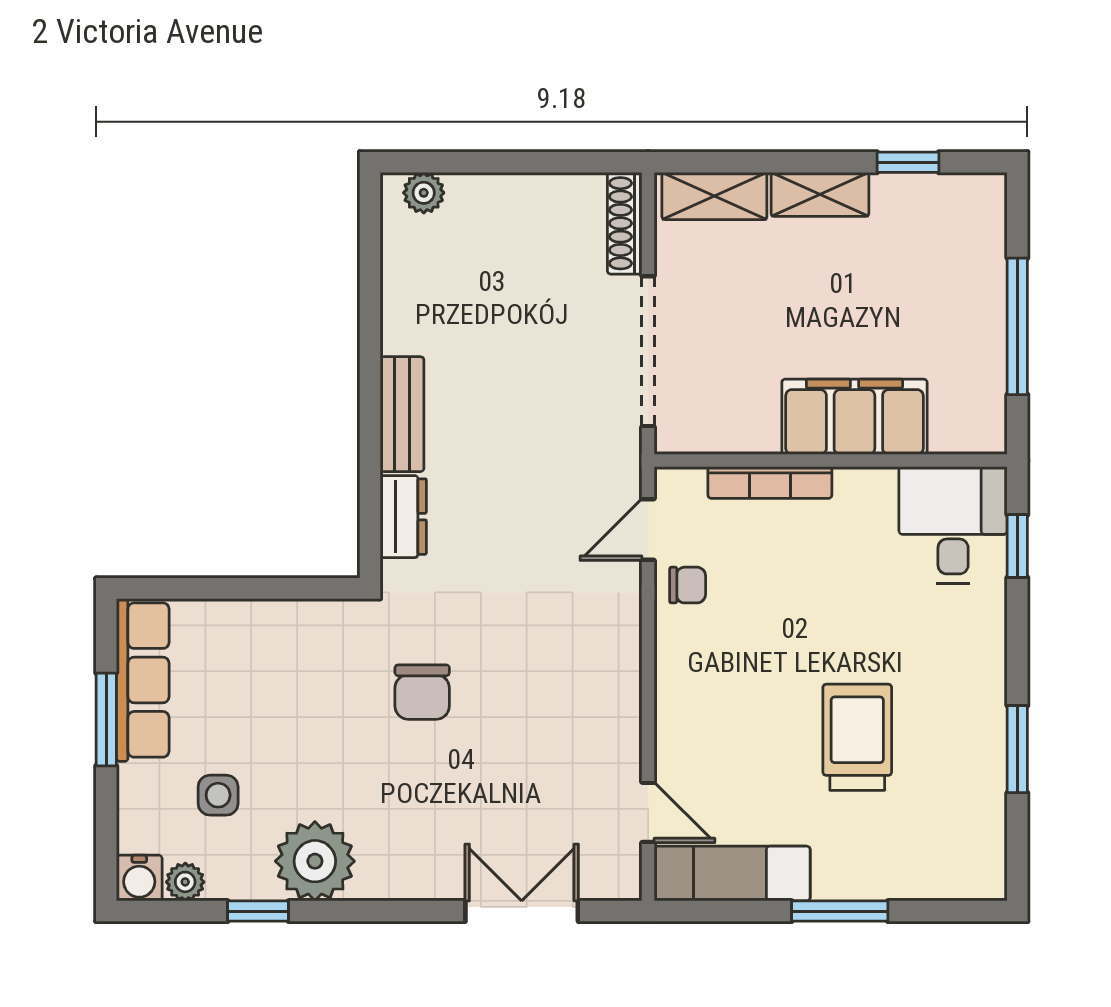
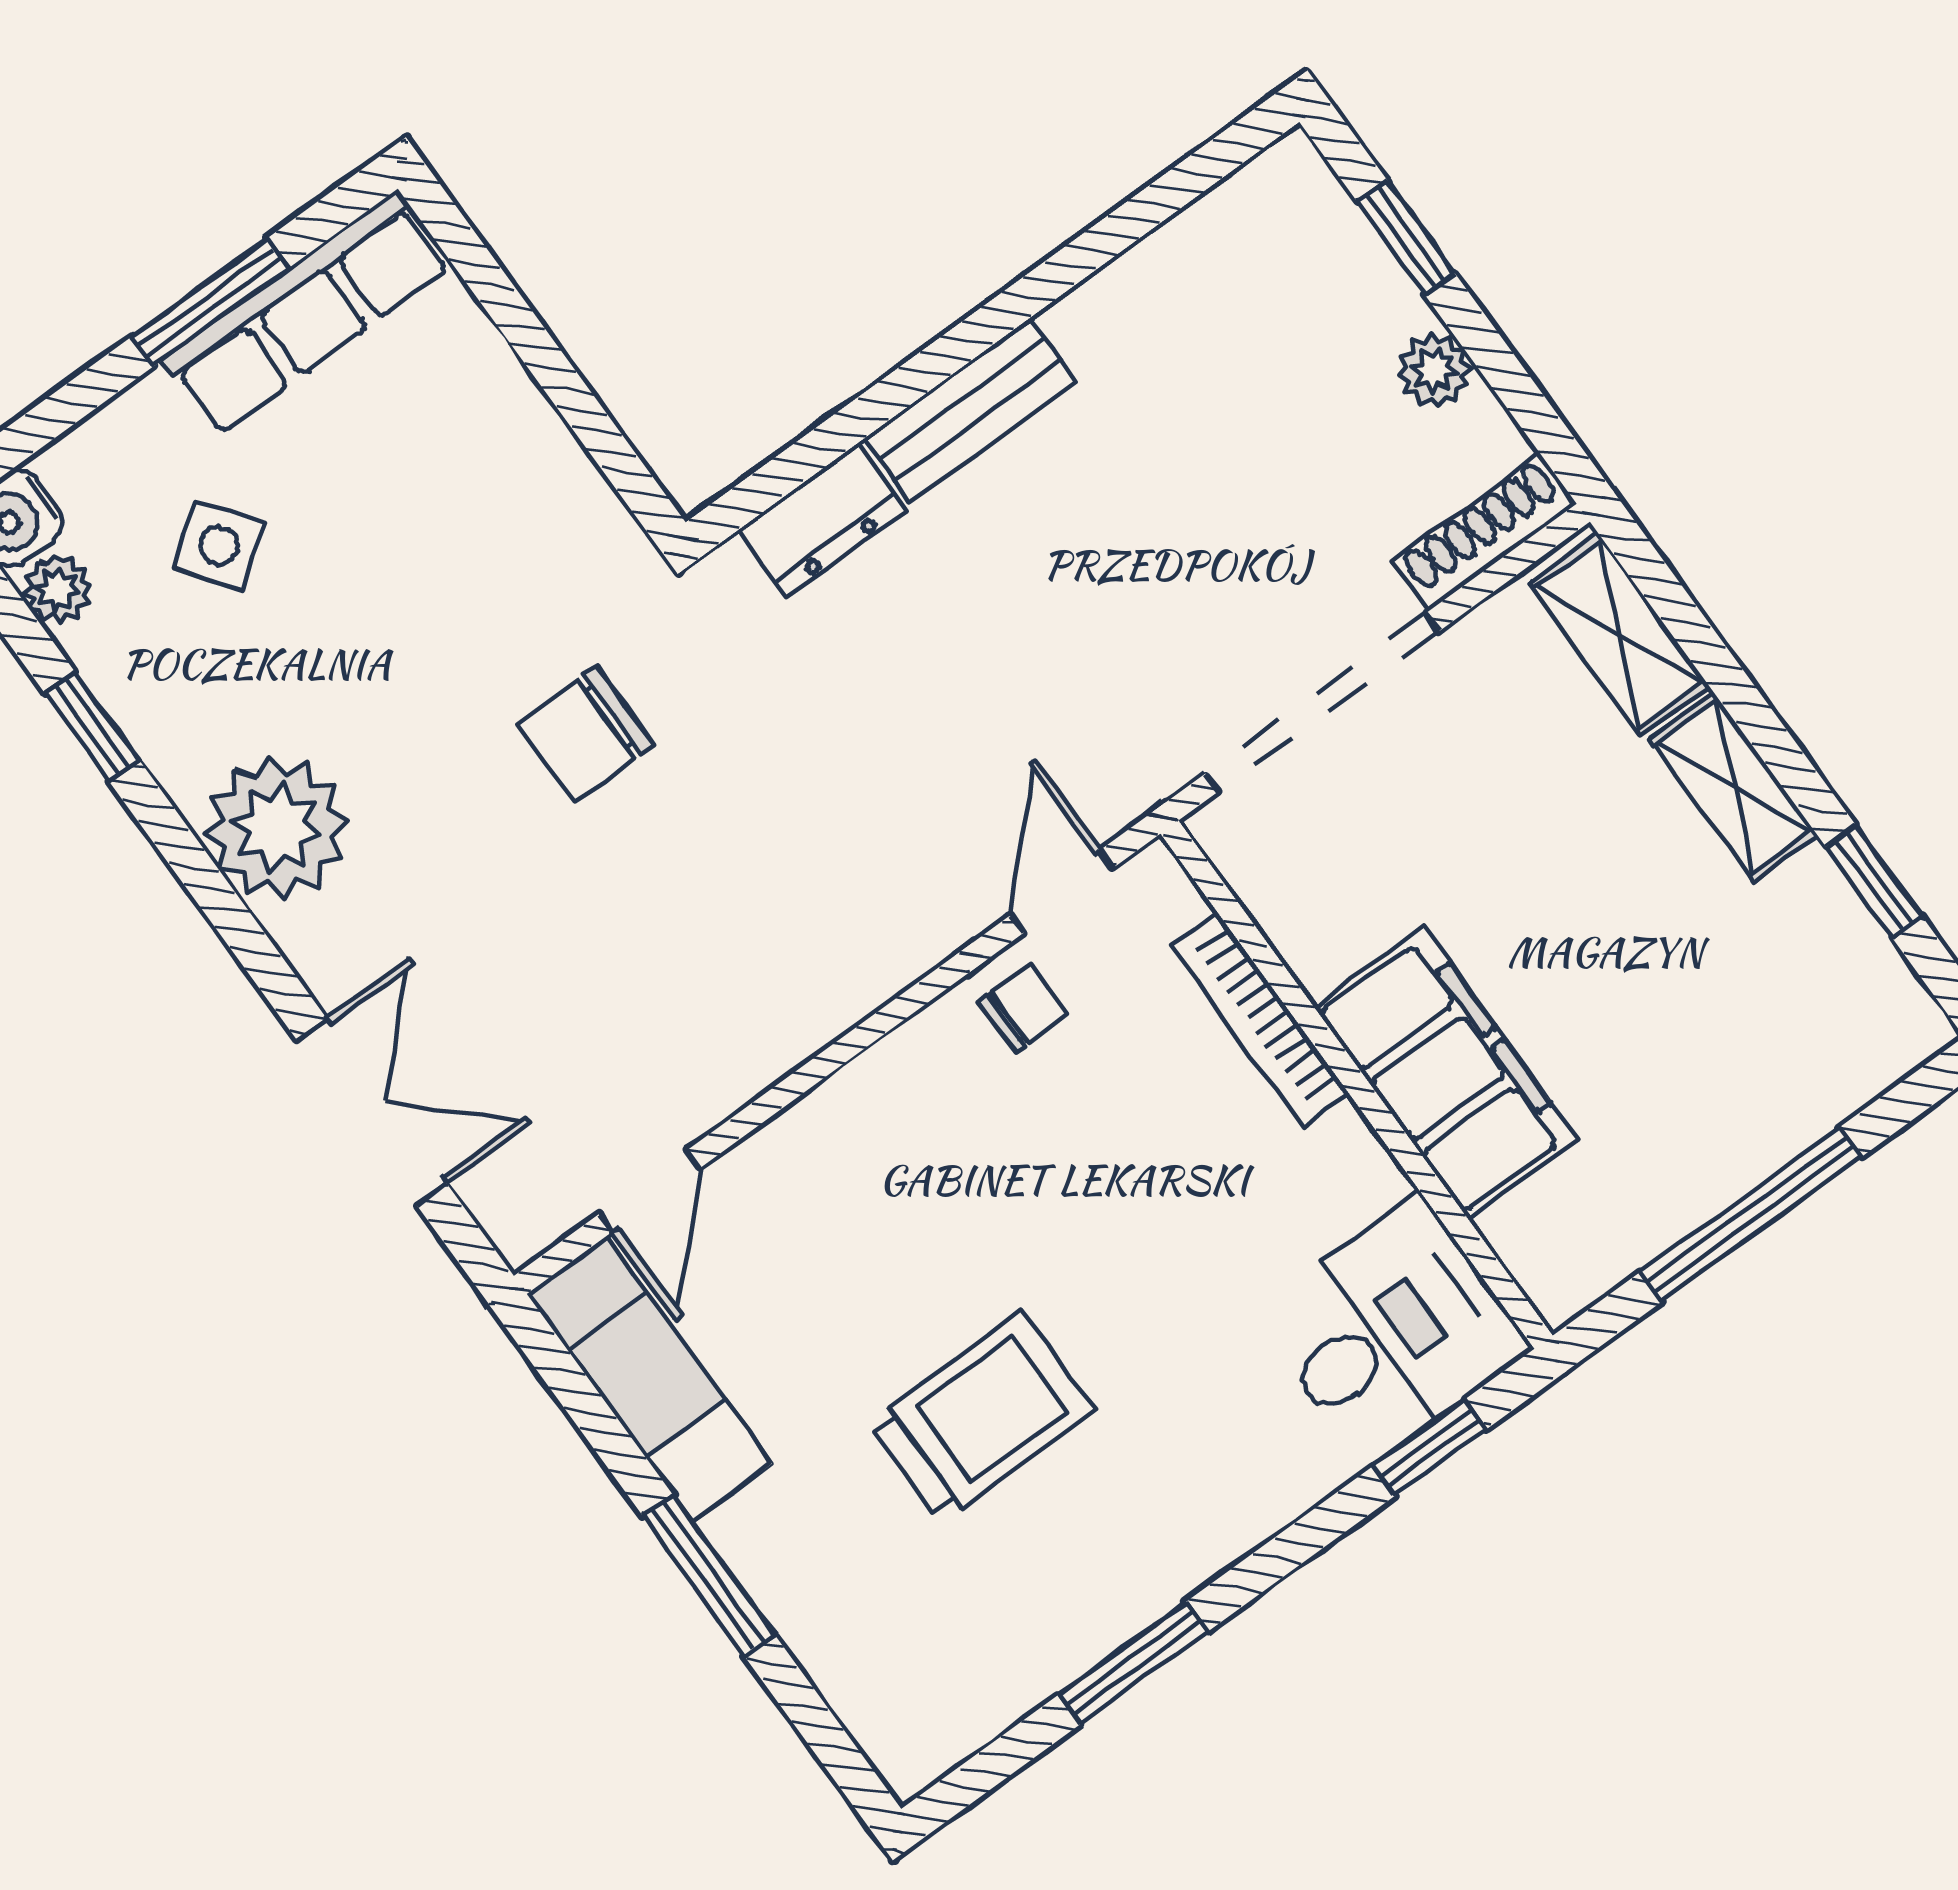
window: (467, 162) -> (1406, 238), added
plant: (424, 193) -> (1435, 371), moved
door: (648, 530) -> (1062, 891), hinge flipped
chair: (688, 585) -> (1023, 1008), turned -90
side table: (218, 795) -> (219, 546), turned -36
plant: (315, 861) -> (277, 828), moved

